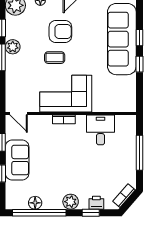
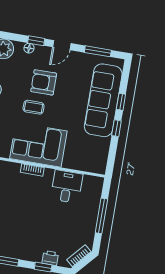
armchair: (60, 32) -> (44, 82), turned 180
plant: (71, 202) -> (25, 253), removed

